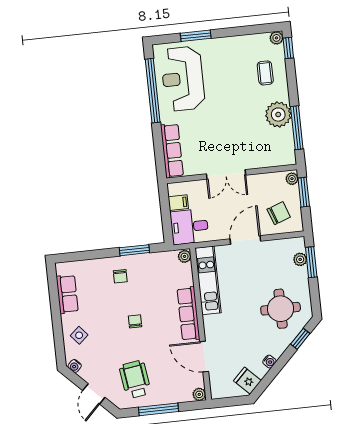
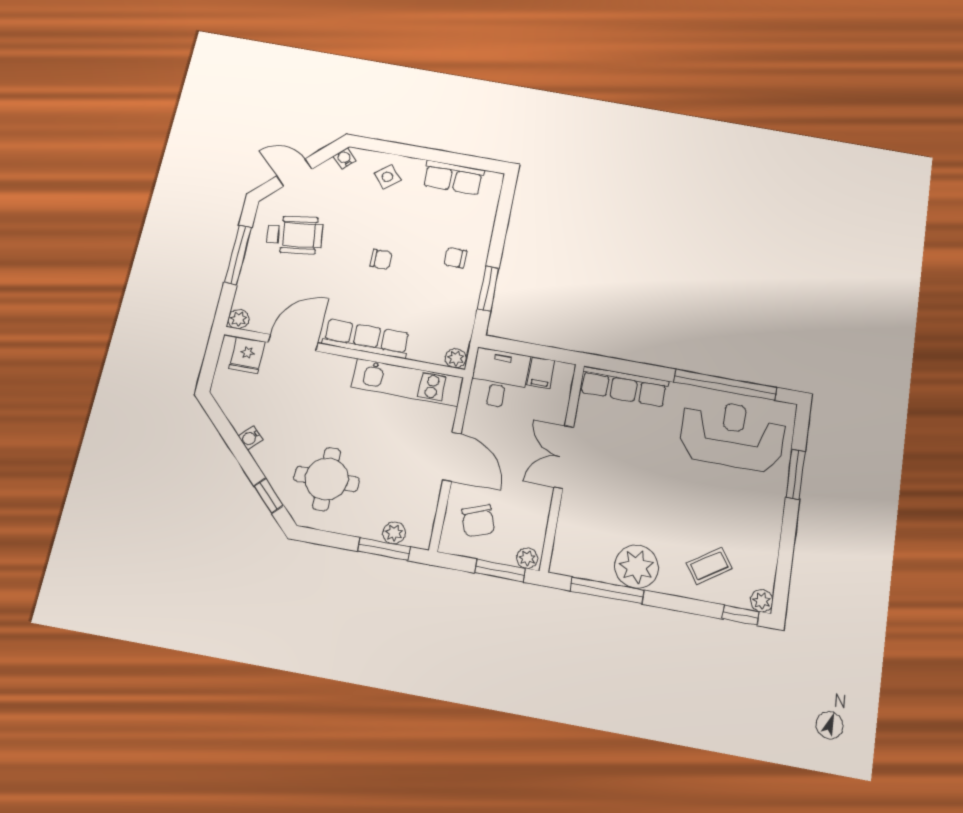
coffee table: (265, 73) -> (709, 566), turned -34
fridge: (247, 381) -> (247, 355), moved, turned 135

